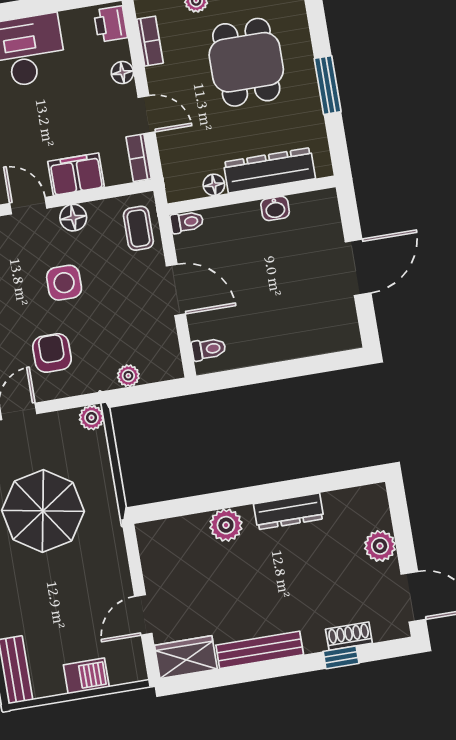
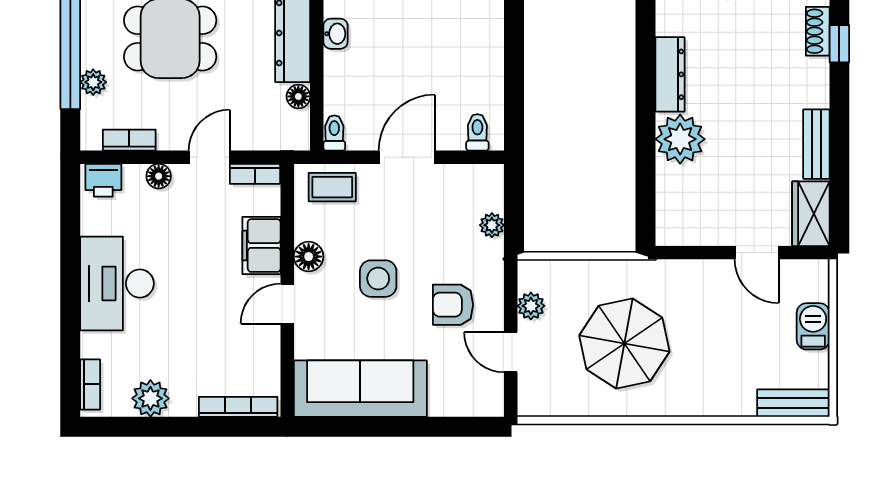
plant: (92, 418) -> (531, 306), moved
plant: (226, 525) -> (680, 139), width x1.36, depth x1.36
bench: (260, 650) -> (816, 144), width x0.73

